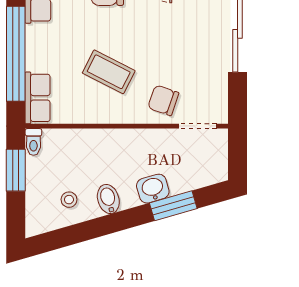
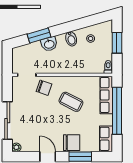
row of seats: (38, 98) -> (106, 95), width x1.48
window: (16, 170) -> (117, 43), moved

